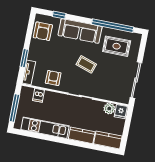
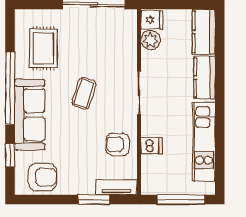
window: (113, 26) -> (10, 88), moved
dishwasher: (39, 95) -> (152, 146), moved

